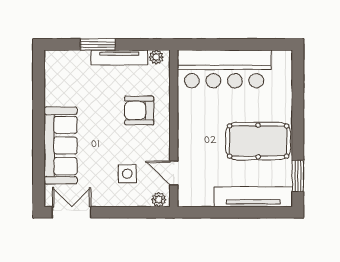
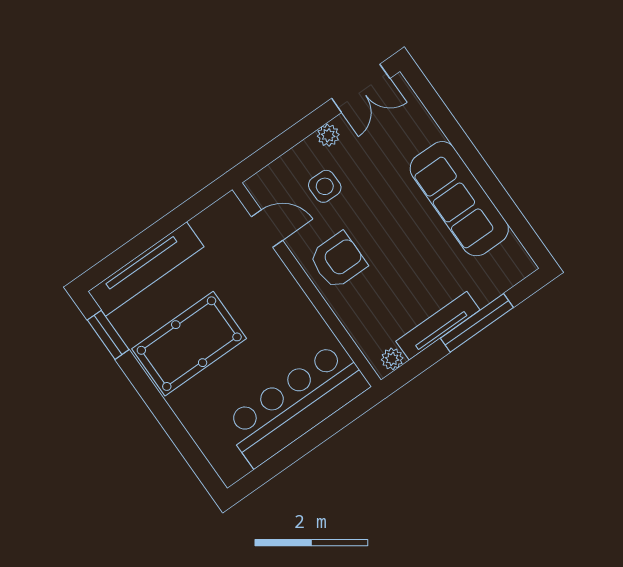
window: (98, 44) -> (477, 323), width x1.44
armchair: (139, 111) -> (338, 260), moved
sofa: (61, 146) -> (459, 199), moved
plant: (159, 200) -> (328, 135), moved

